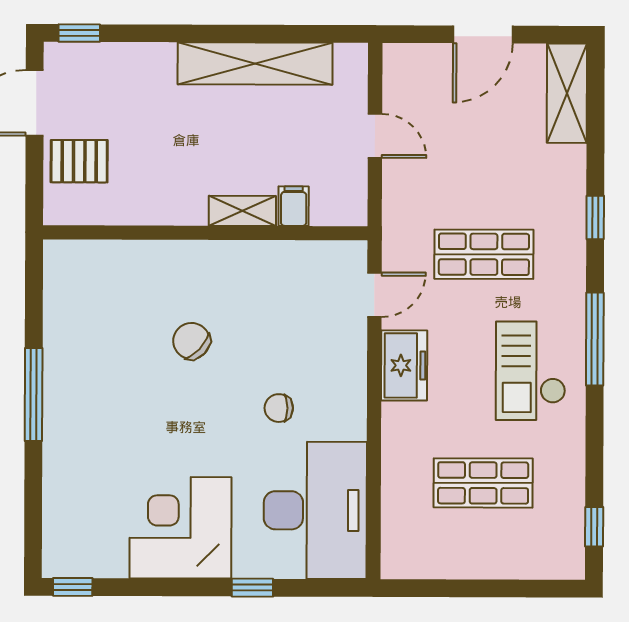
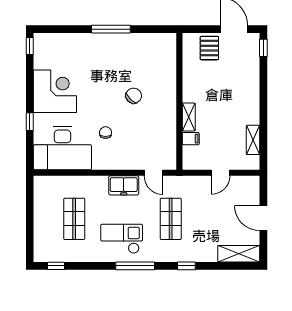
shelving: (255, 64) -> (253, 140), width x0.45, depth x0.75

